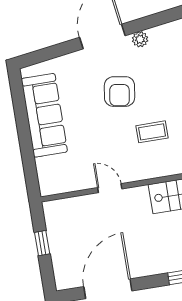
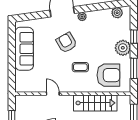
armchair: (119, 92) -> (66, 43), turned 141

